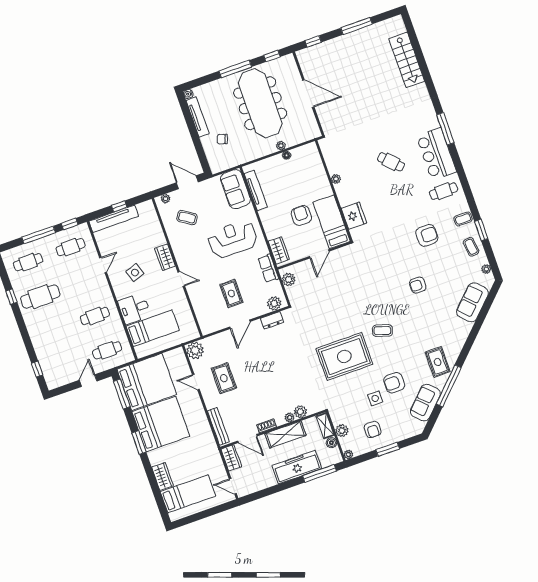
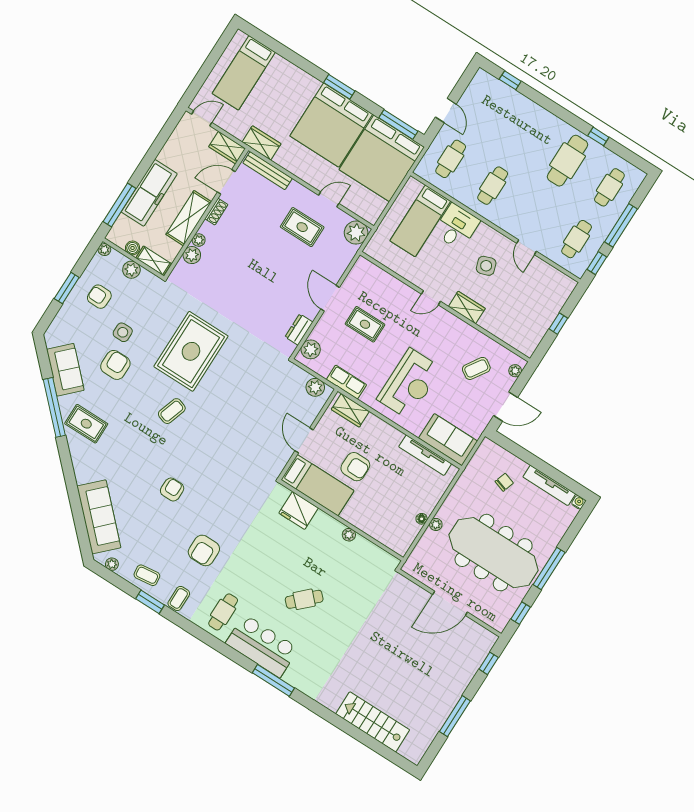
tv unit: (114, 219) -> (554, 306), removed
sofa: (472, 302) -> (99, 517), width x1.36
wardrobe: (162, 476) -> (262, 143), moved, turned 180

